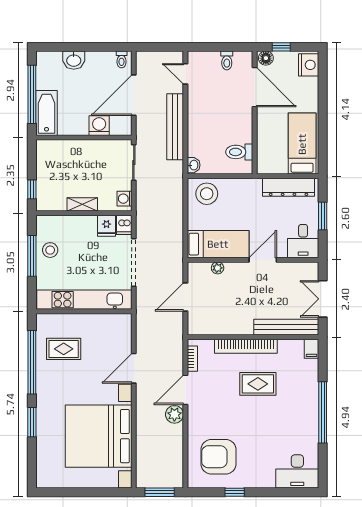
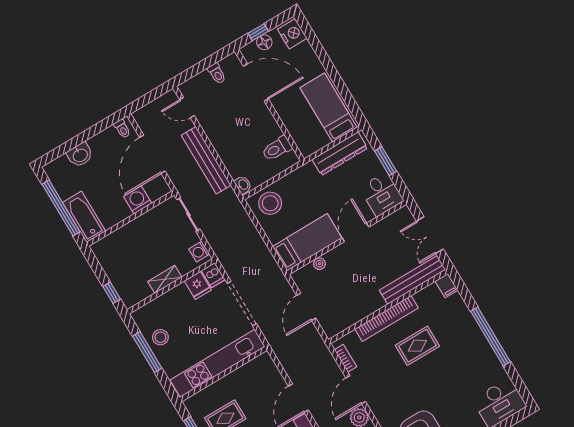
floor lamp: (266, 58) -> (264, 42), moved

